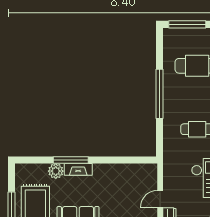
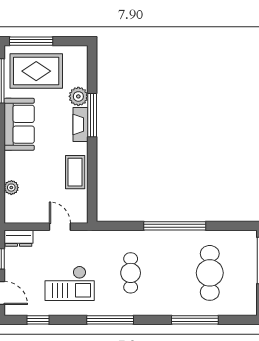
coffee table: (116, 174) -> (75, 172), added
door: (160, 199) -> (60, 227), moved

